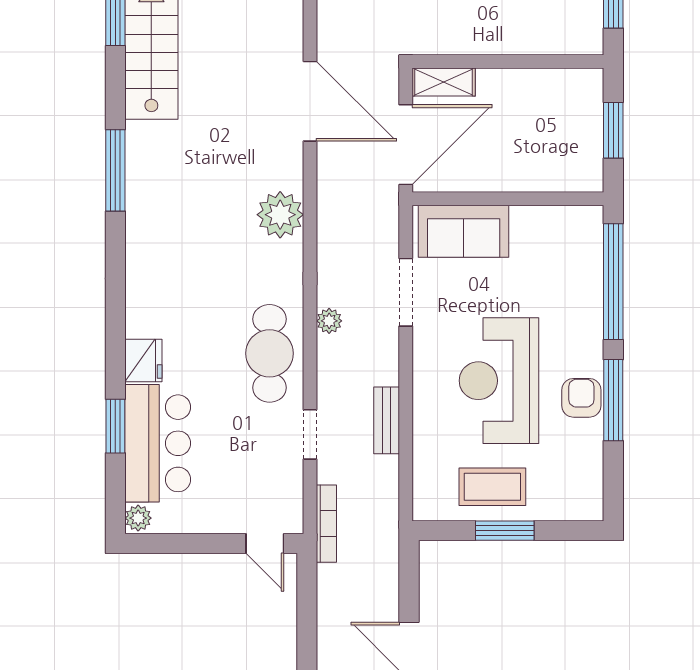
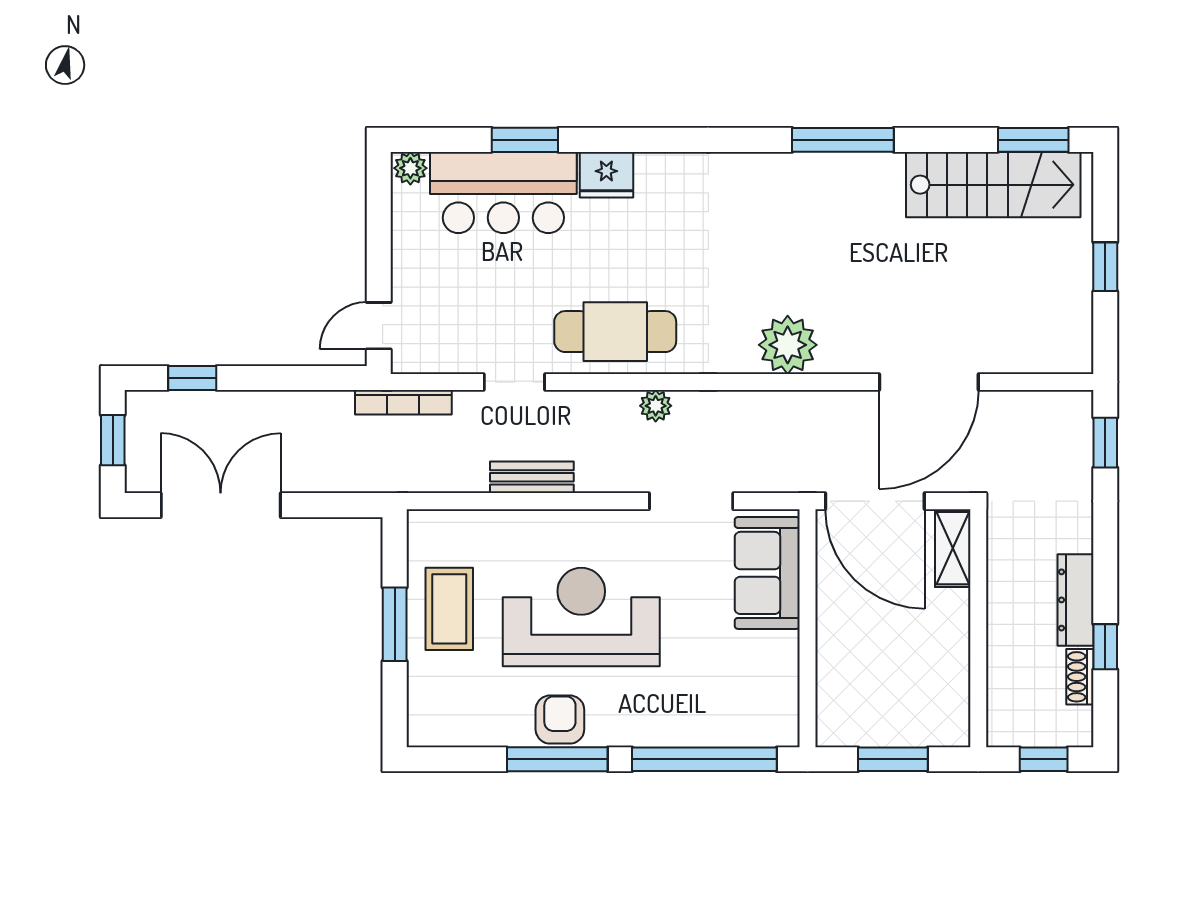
armchair: (581, 398) -> (560, 720), turned -90

